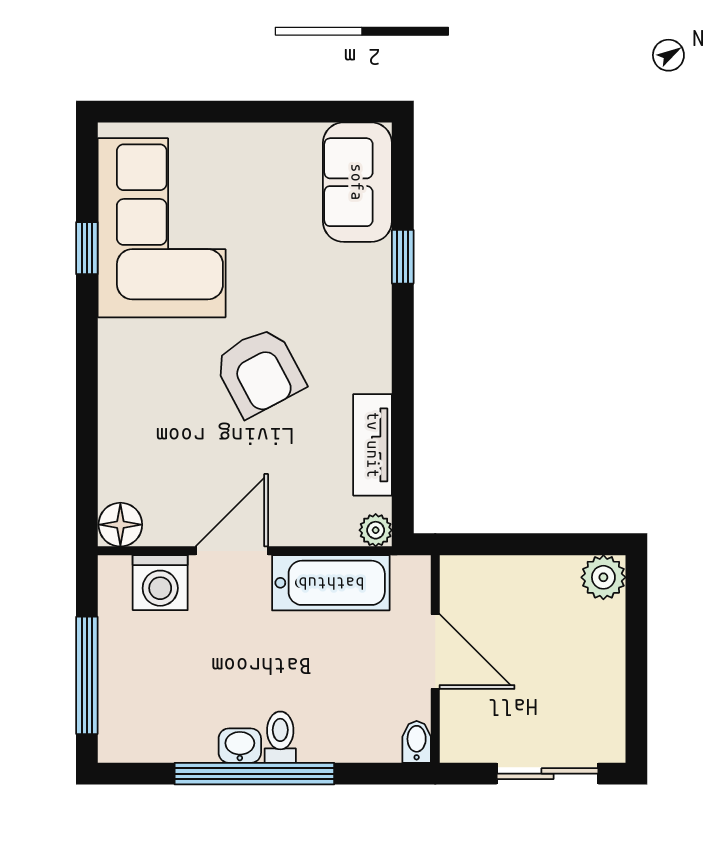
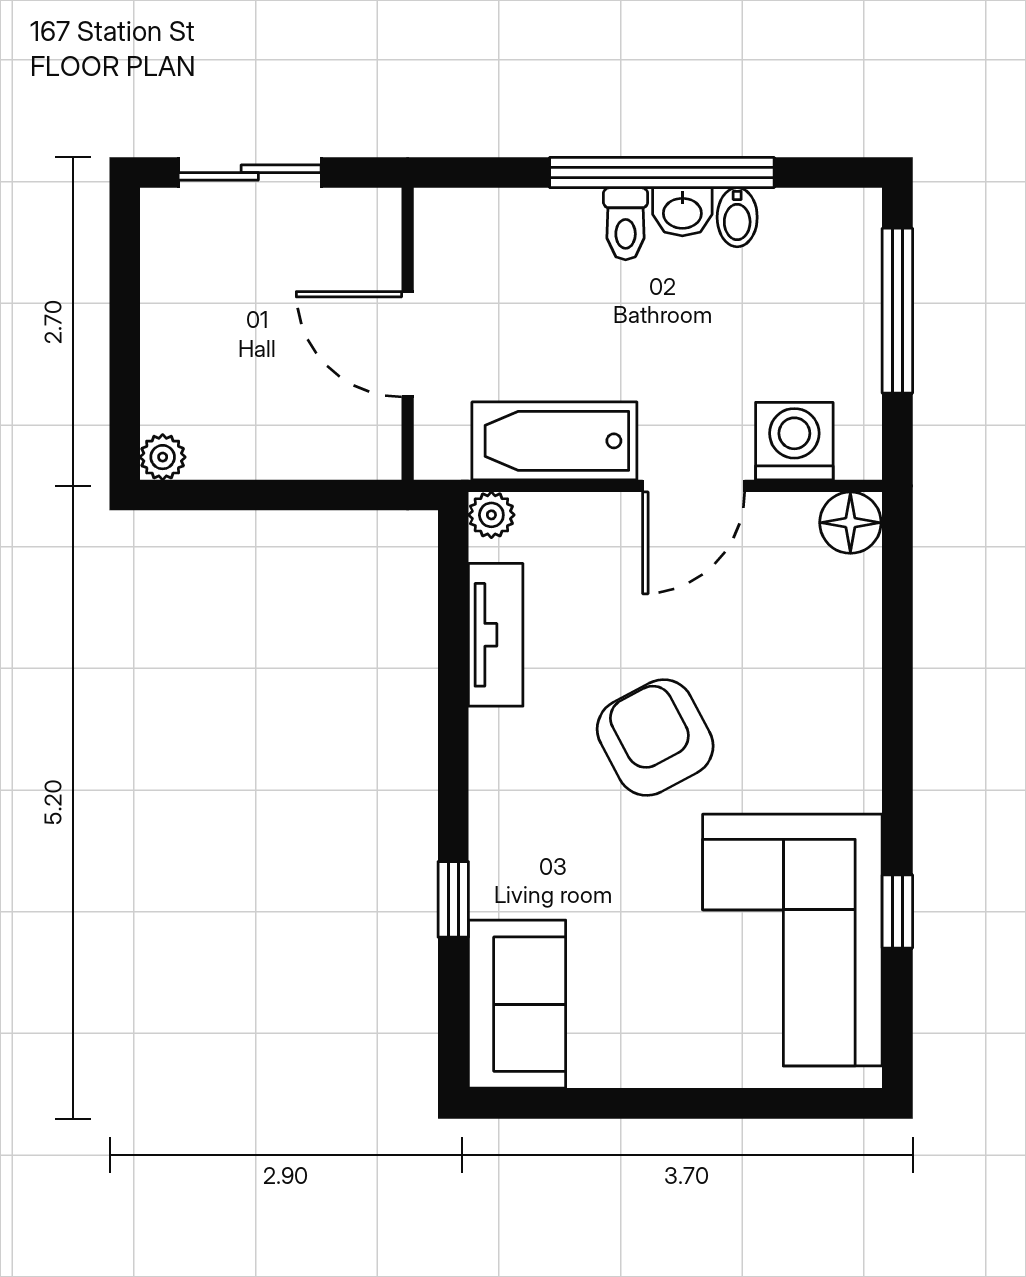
plant: (603, 577) -> (163, 457), width x0.73, depth x0.73
bidet: (417, 742) -> (737, 217), moved

